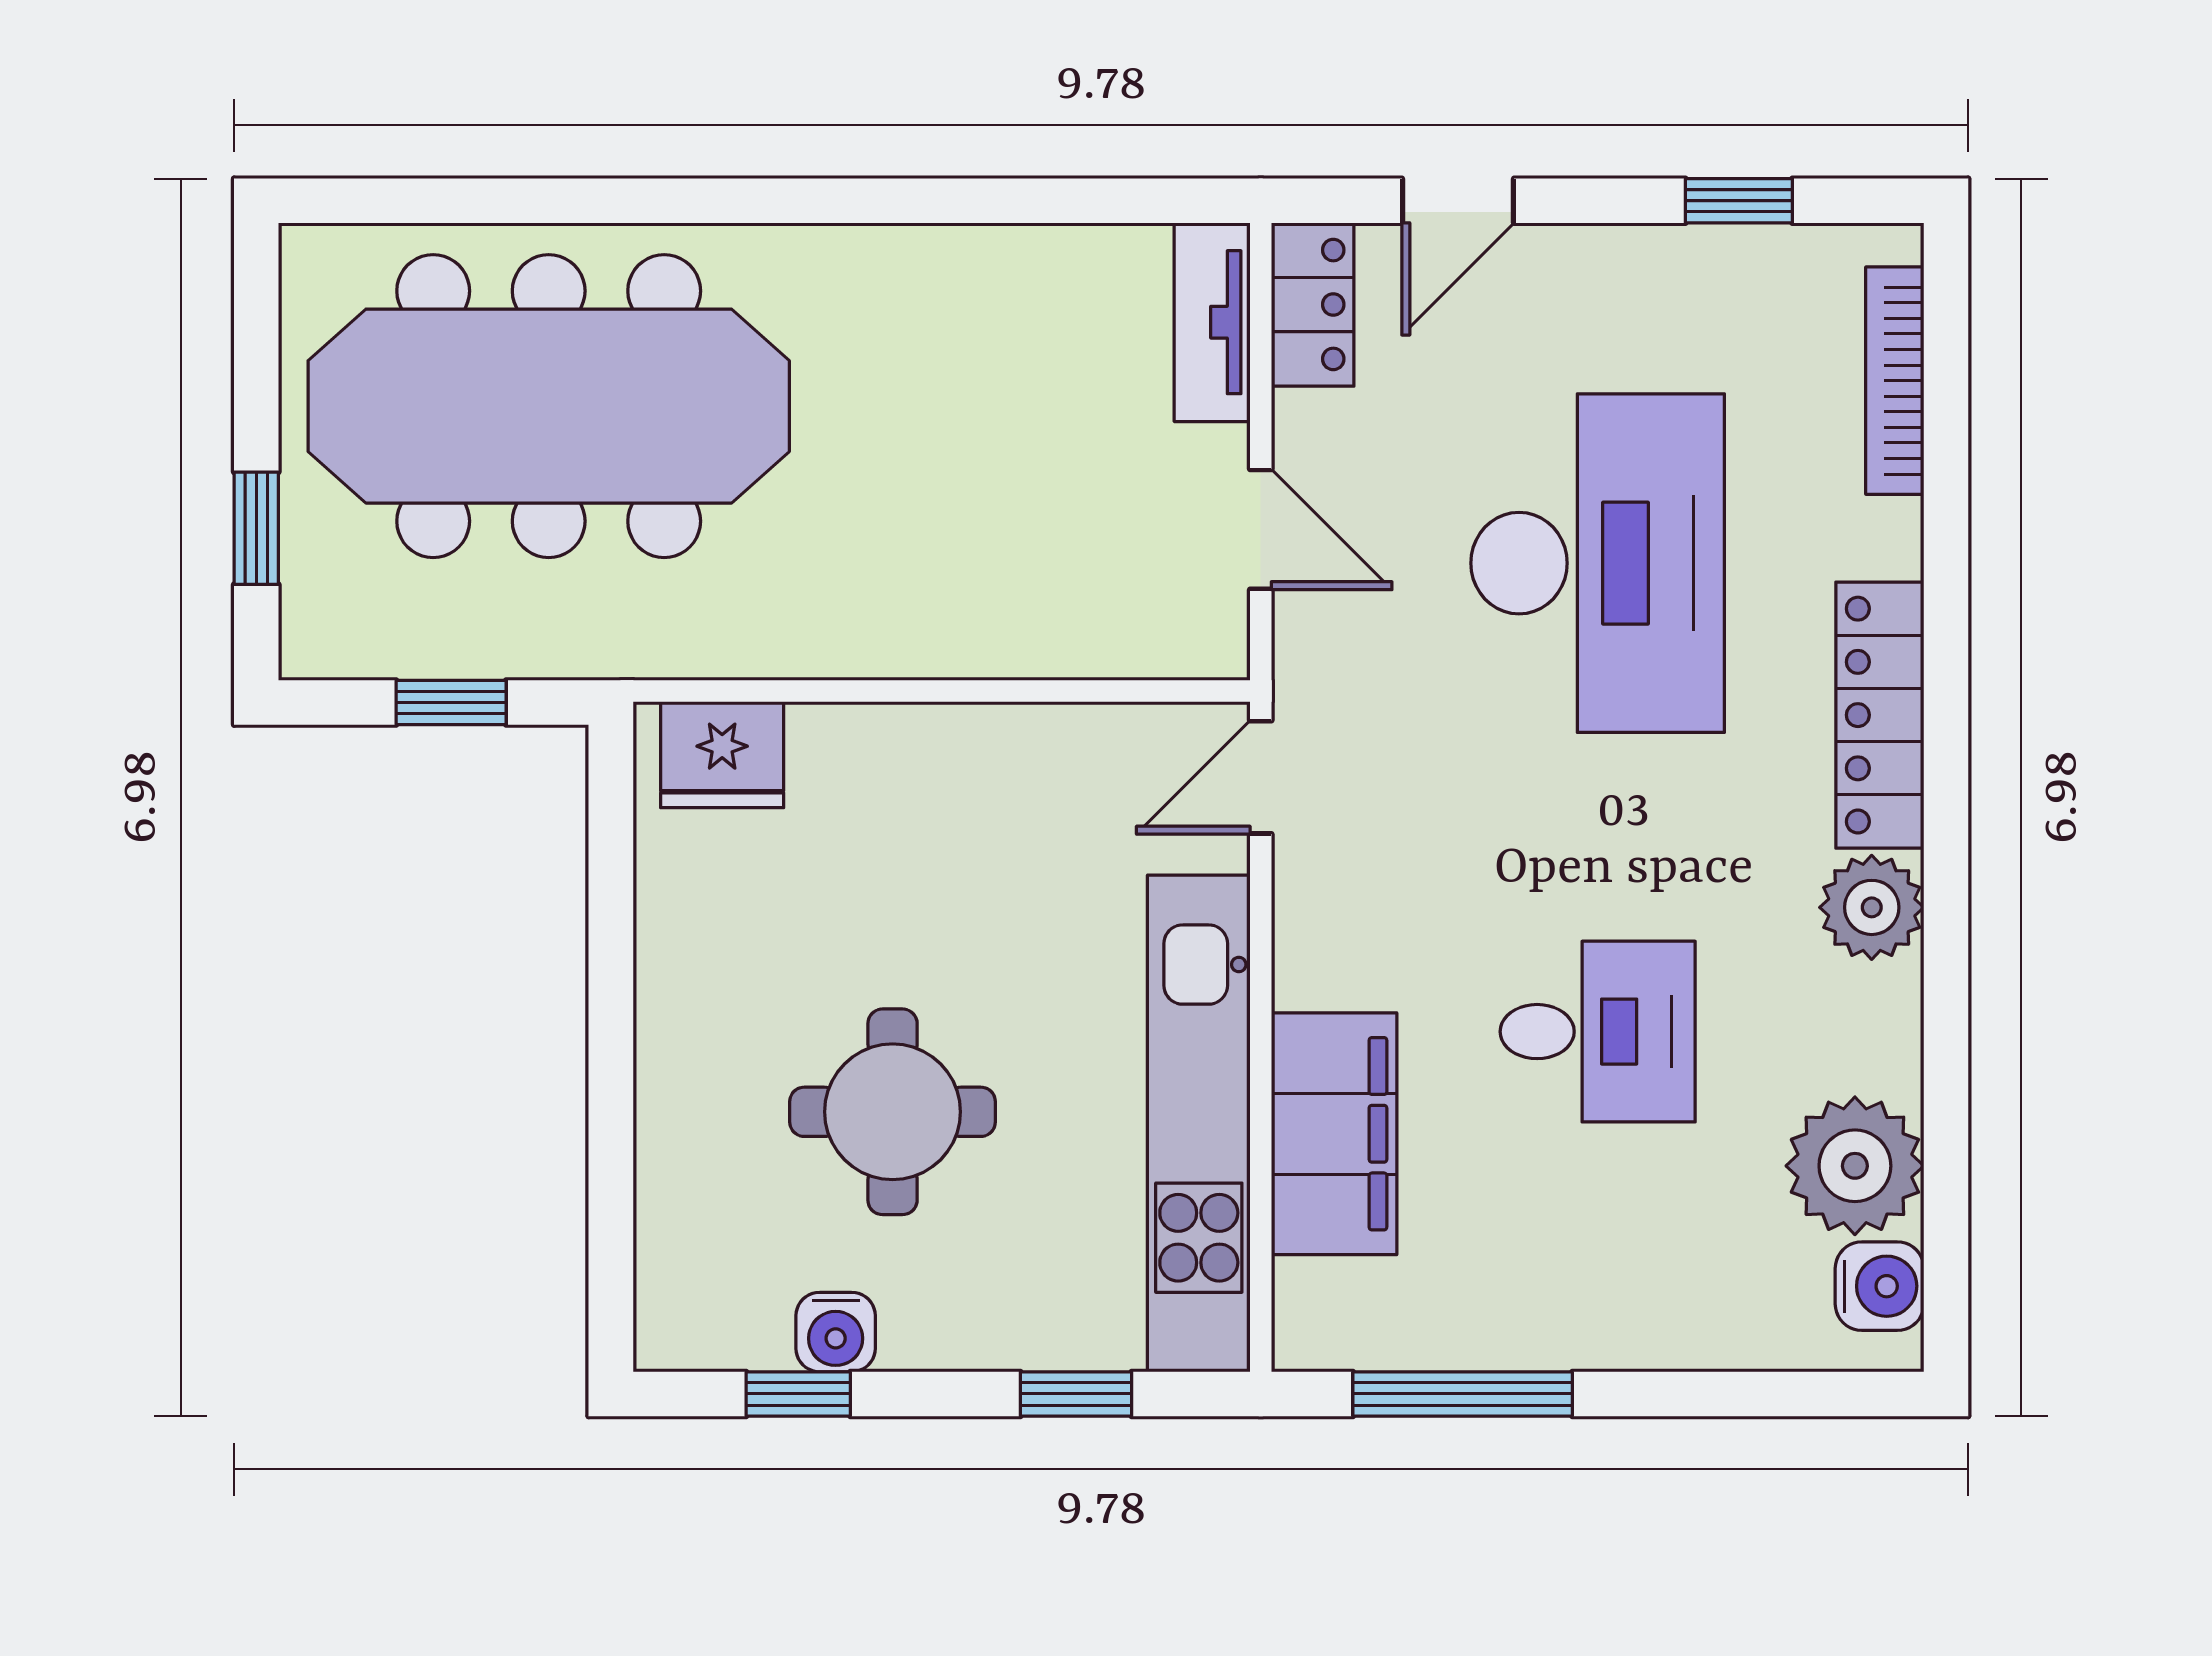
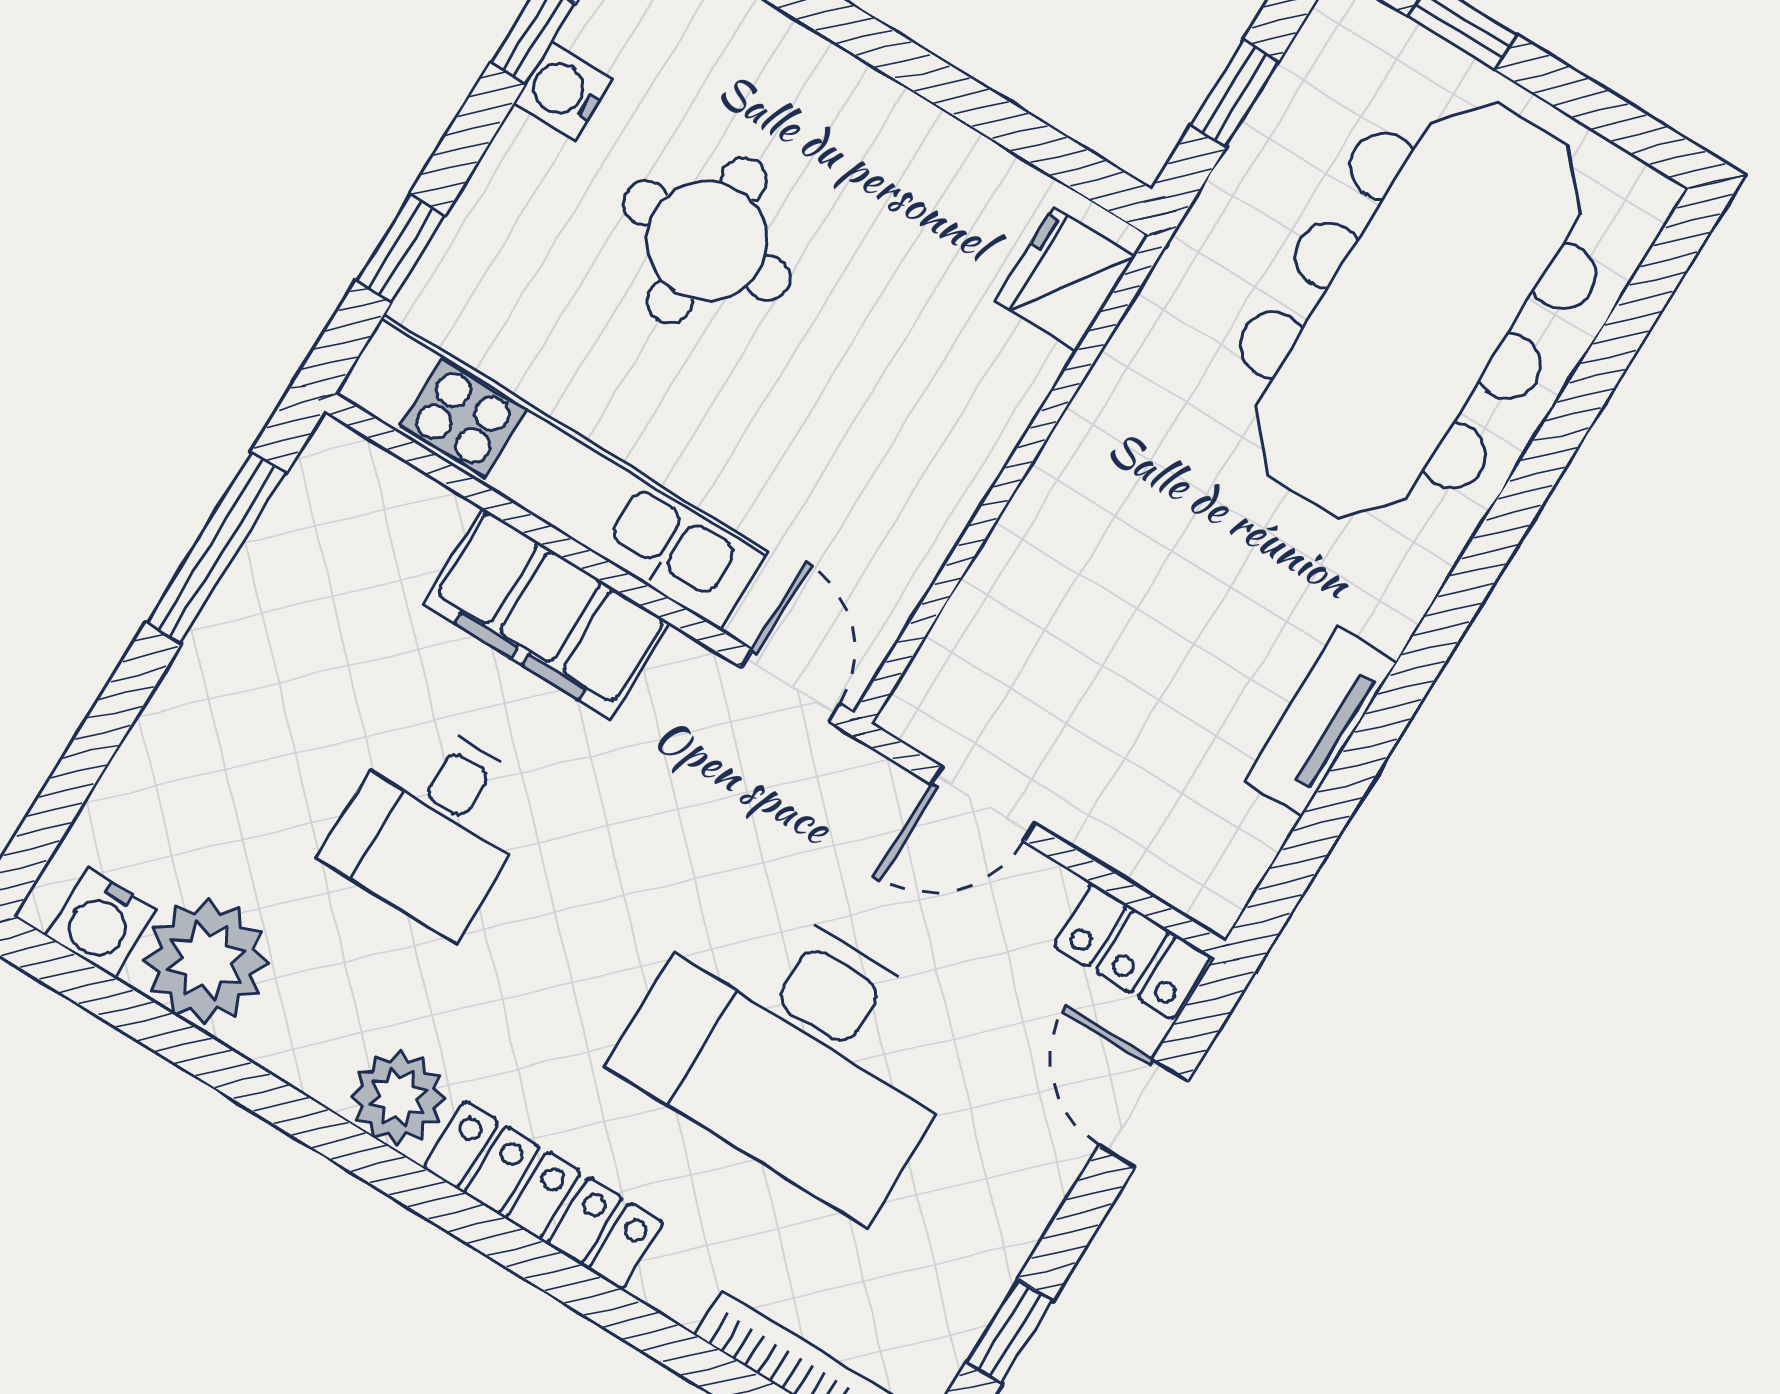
tv unit: (1212, 322) -> (1320, 722), moved, turned -90
filing cabinet: (1334, 1134) -> (546, 614), moved

